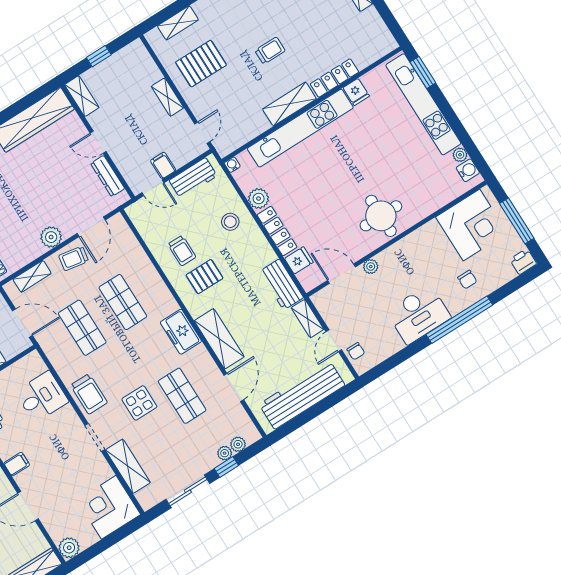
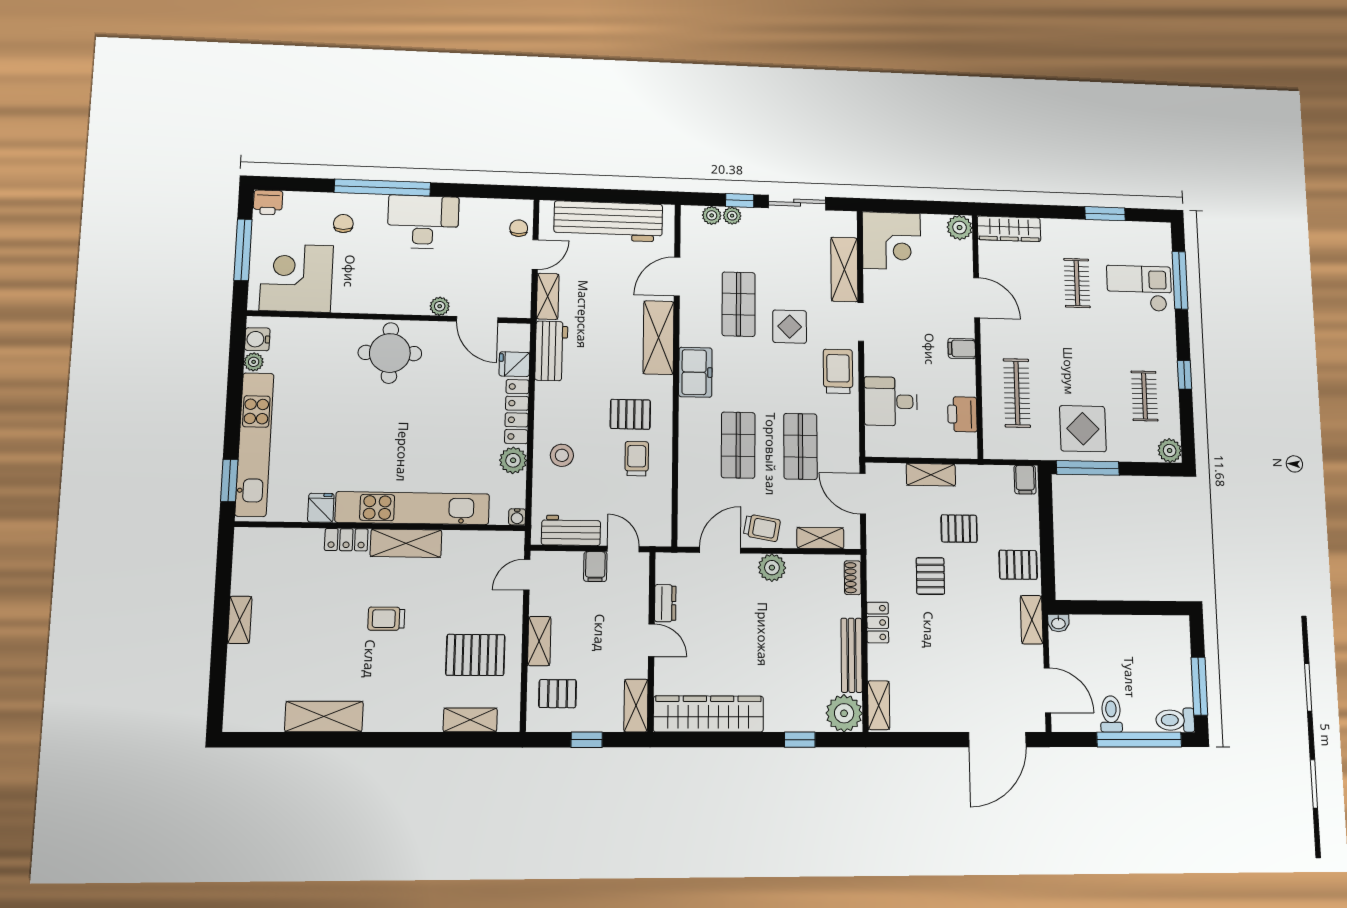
pallet: (135, 72) -> (558, 694), added
locker: (334, 78) -> (346, 540), width x0.66
dresser: (108, 176) -> (665, 603), width x0.70

